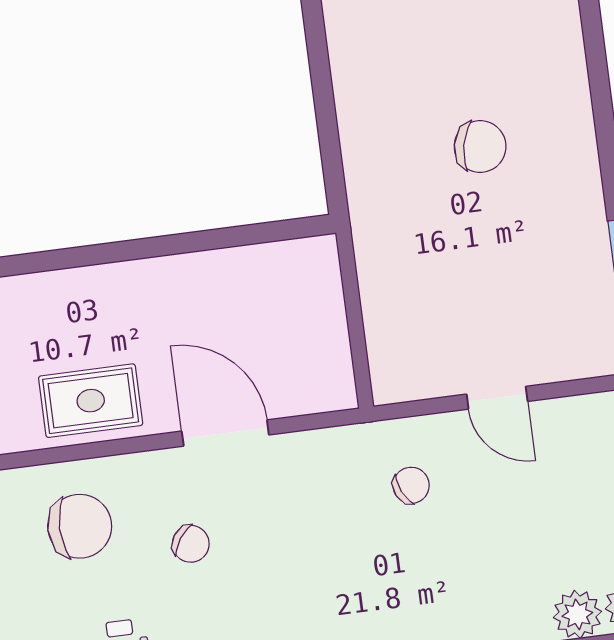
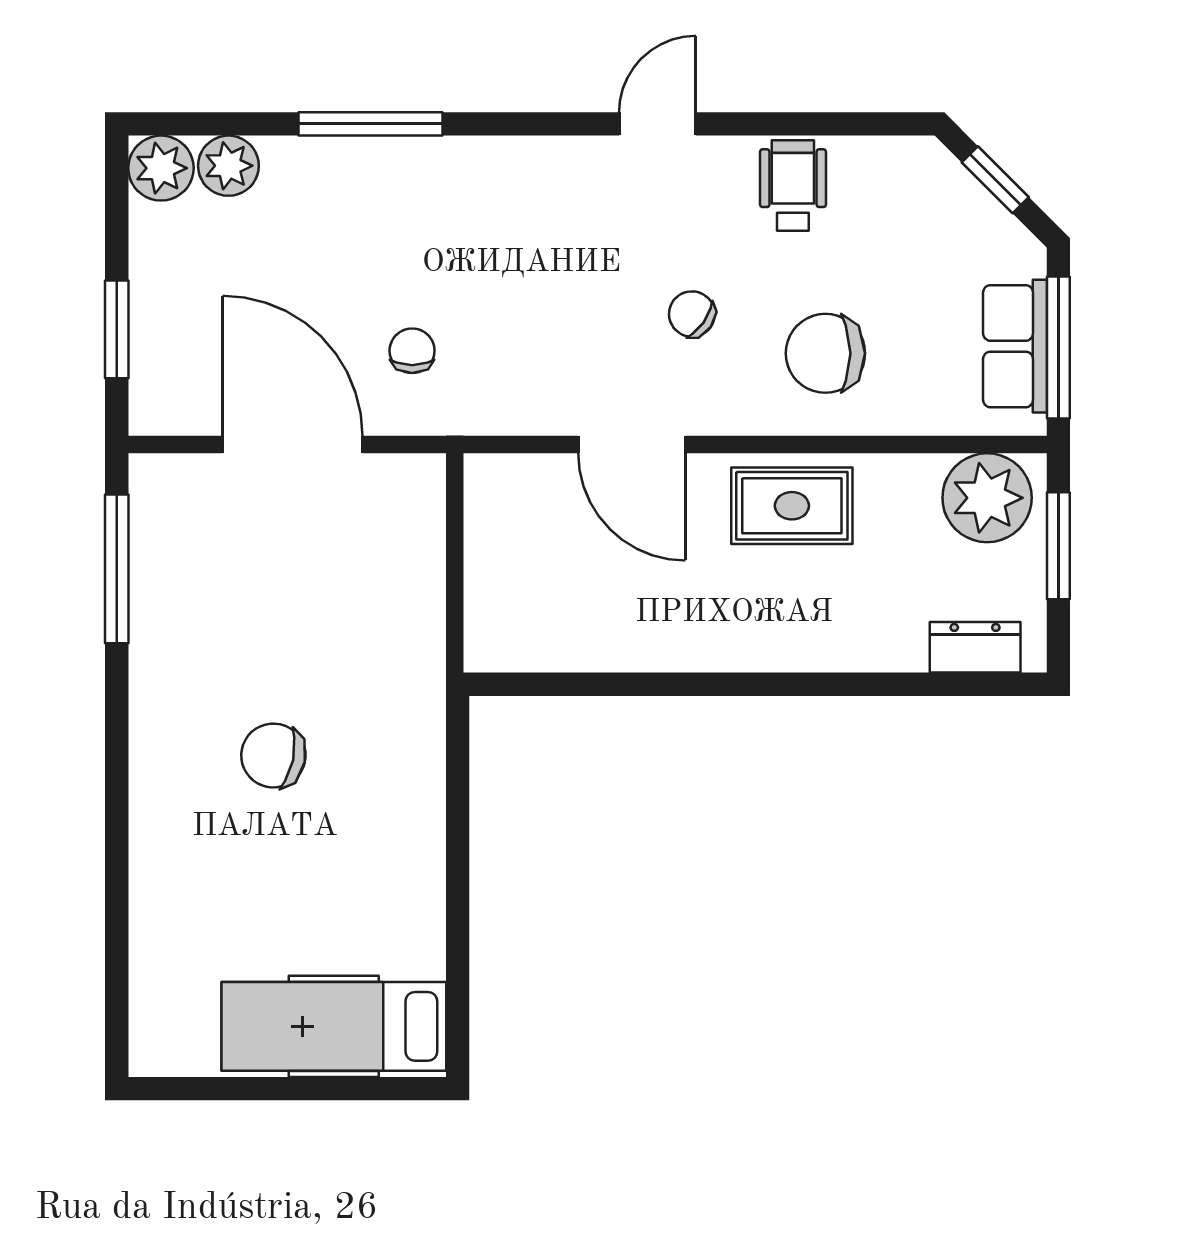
door: (497, 398) -> (293, 445), width x1.88
chair: (411, 485) -> (412, 351), turned 115

